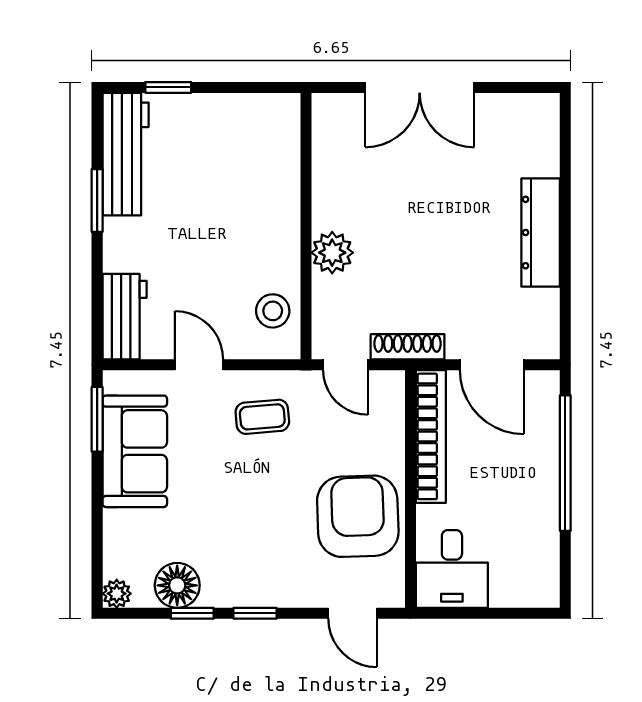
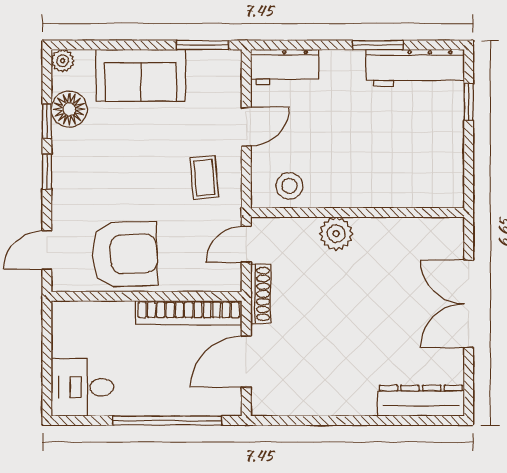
dresser: (541, 233) -> (421, 401), moved
sofa: (135, 451) -> (141, 75), moved
desk: (452, 569) -> (82, 387), moved

